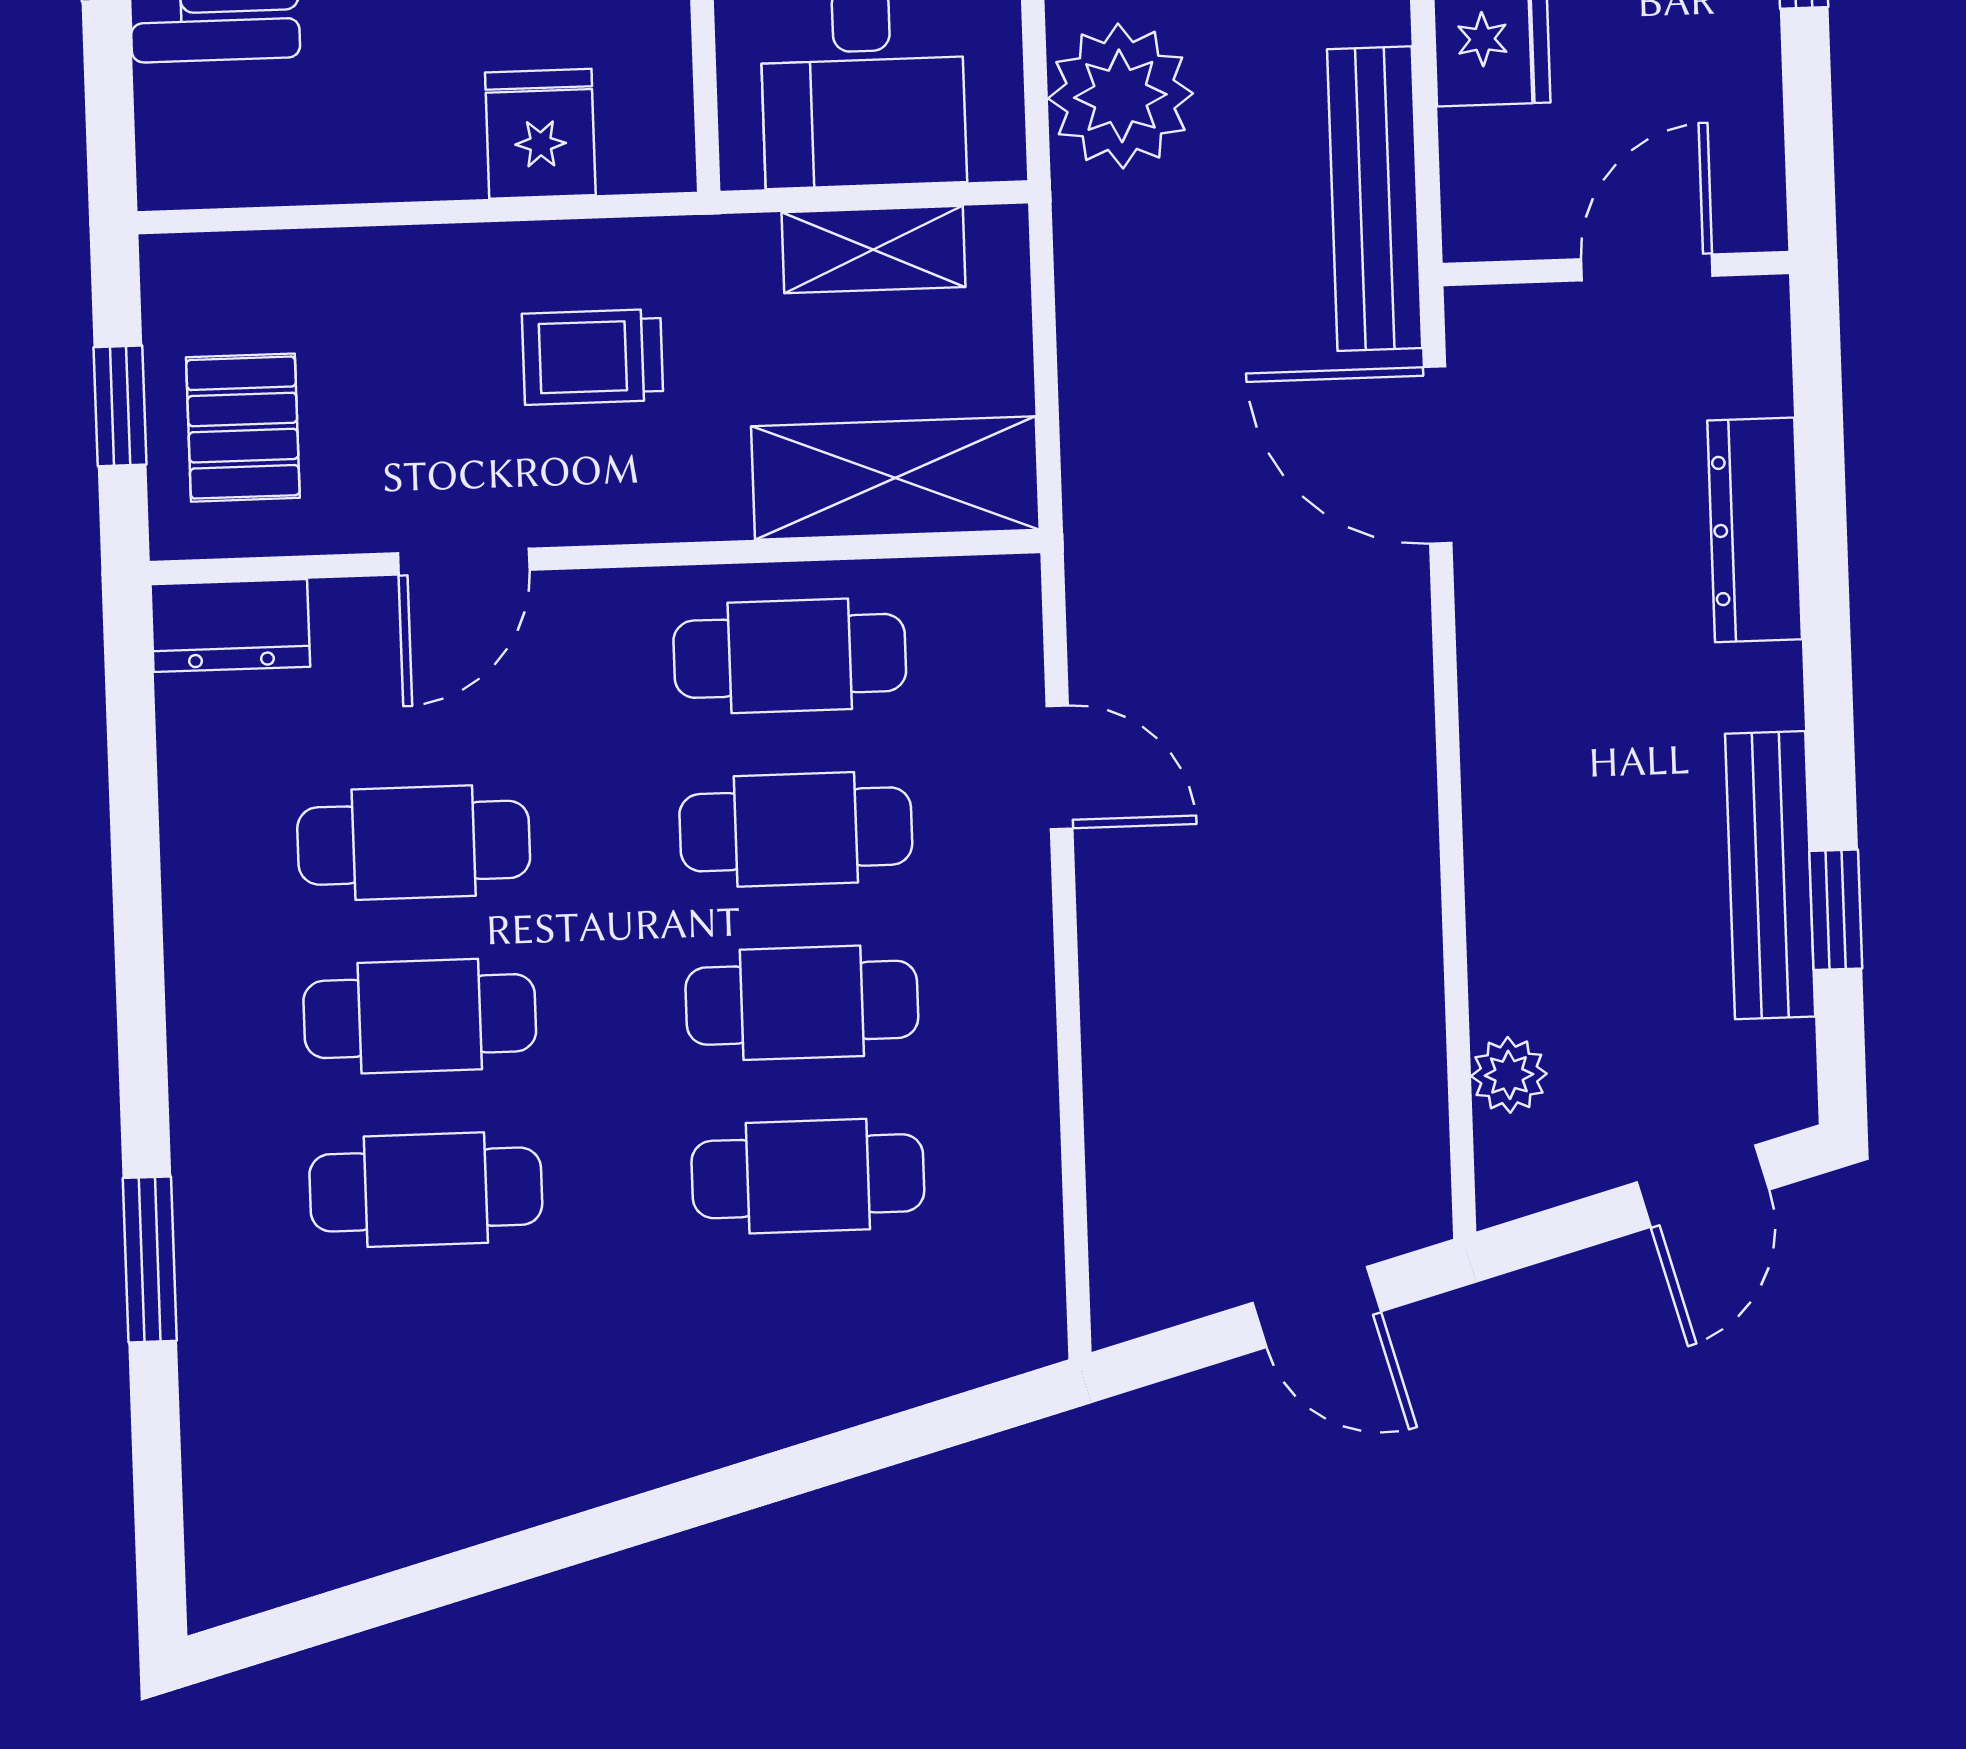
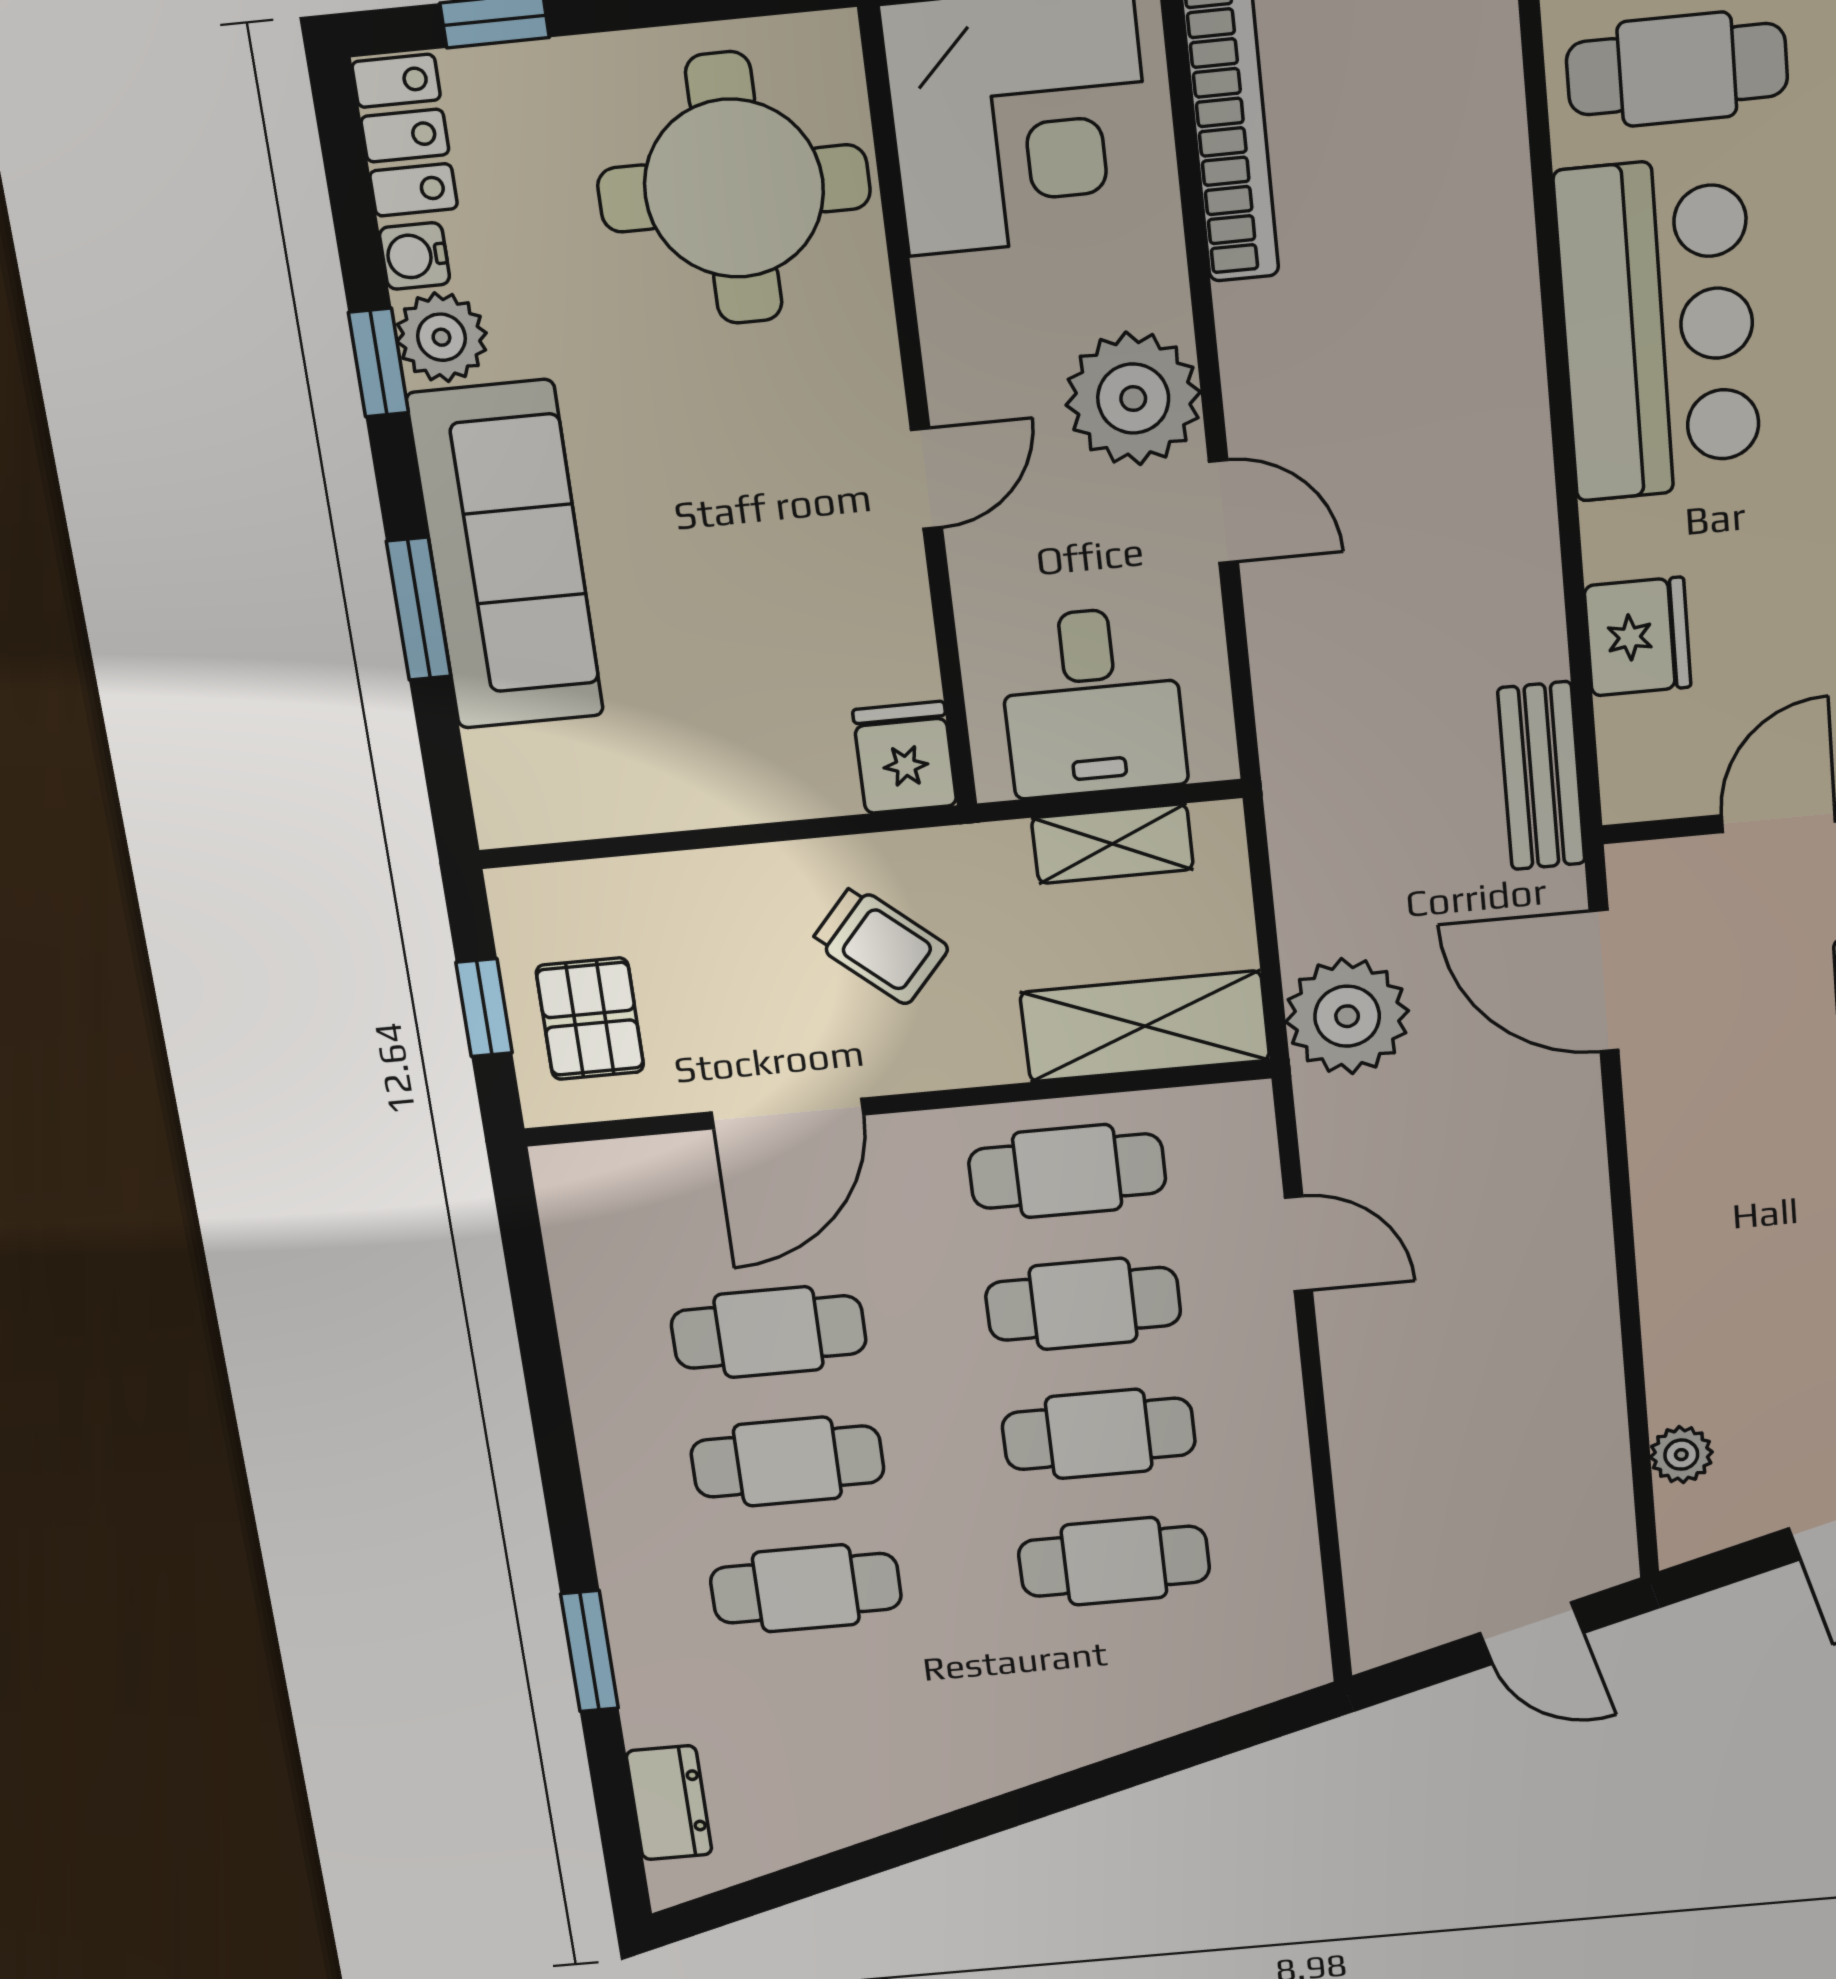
plant: (1120, 96) -> (1347, 1016), moved
fridge: (540, 134) -> (905, 758), moved
bench: (1375, 199) -> (1541, 776), width x0.73
trolley: (593, 357) -> (880, 945), turned -139
door: (464, 562) -> (787, 1114), width x1.38
dresser: (230, 625) -> (669, 1803), moved, turned -90

